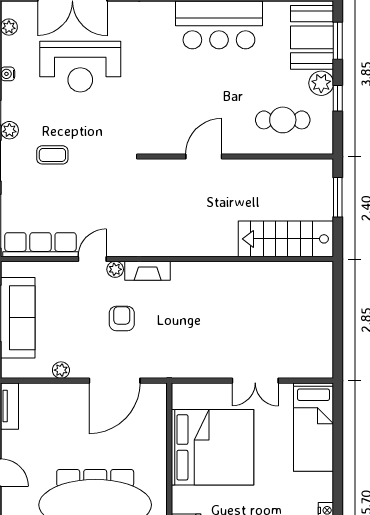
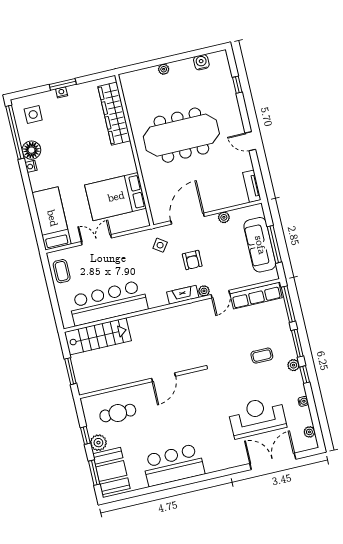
bar counter: (259, 284) -> (108, 303), added
coffee table: (317, 347) -> (62, 271), added
side table: (164, 351) -> (160, 245), added
bed: (212, 447) -> (116, 197), width x0.73

